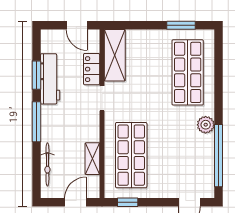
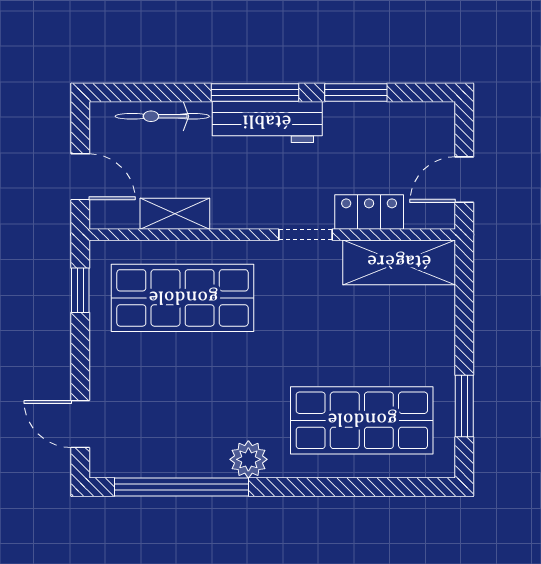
workbench: (50, 79) -> (267, 122), moved

